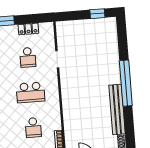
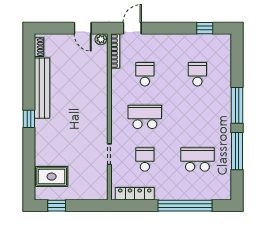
locker: (28, 29) -> (135, 194), width x1.53
rug: (103, 37) -> (52, 177), added
window: (126, 83) -> (29, 119), width x0.32

